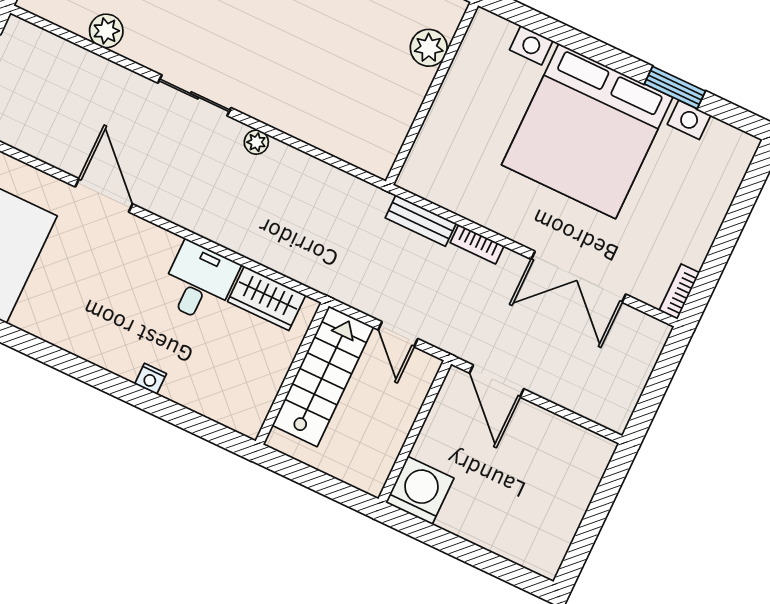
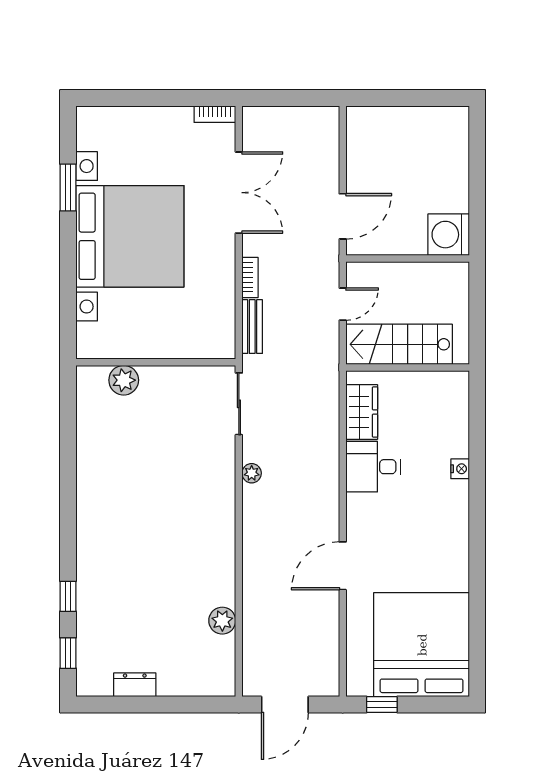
sliding door: (195, 95) -> (239, 404), moved

